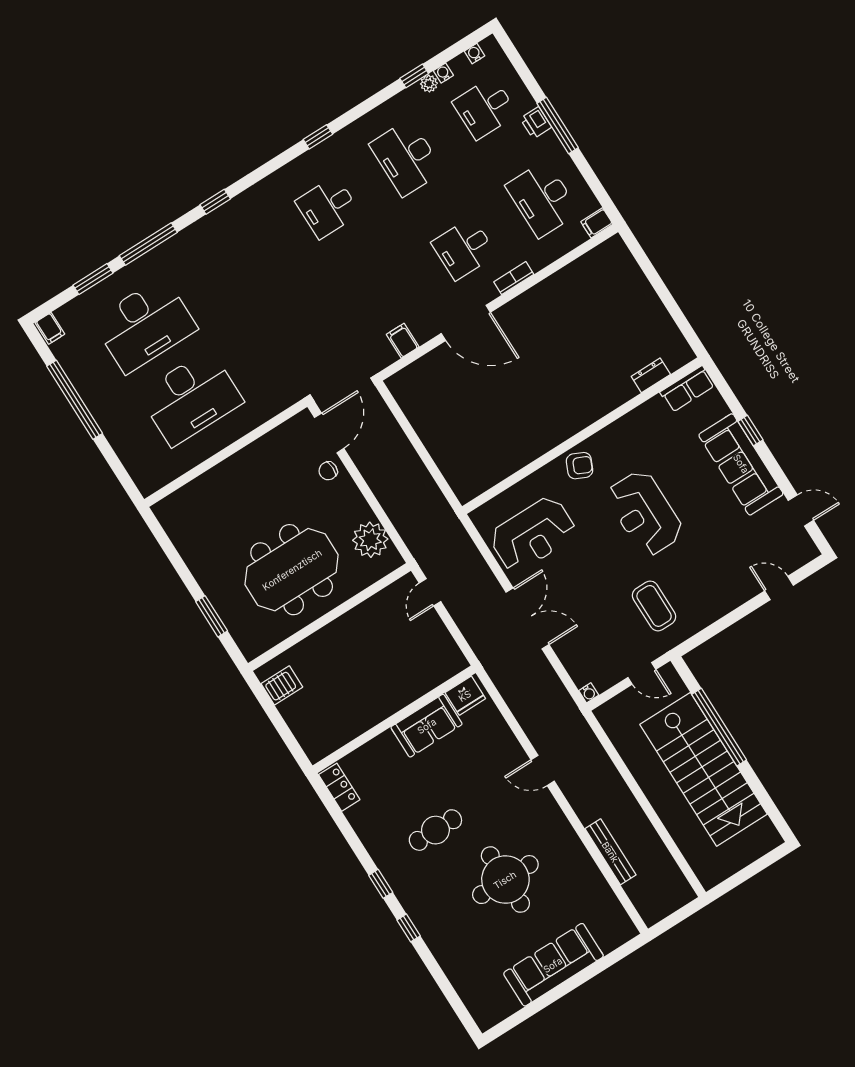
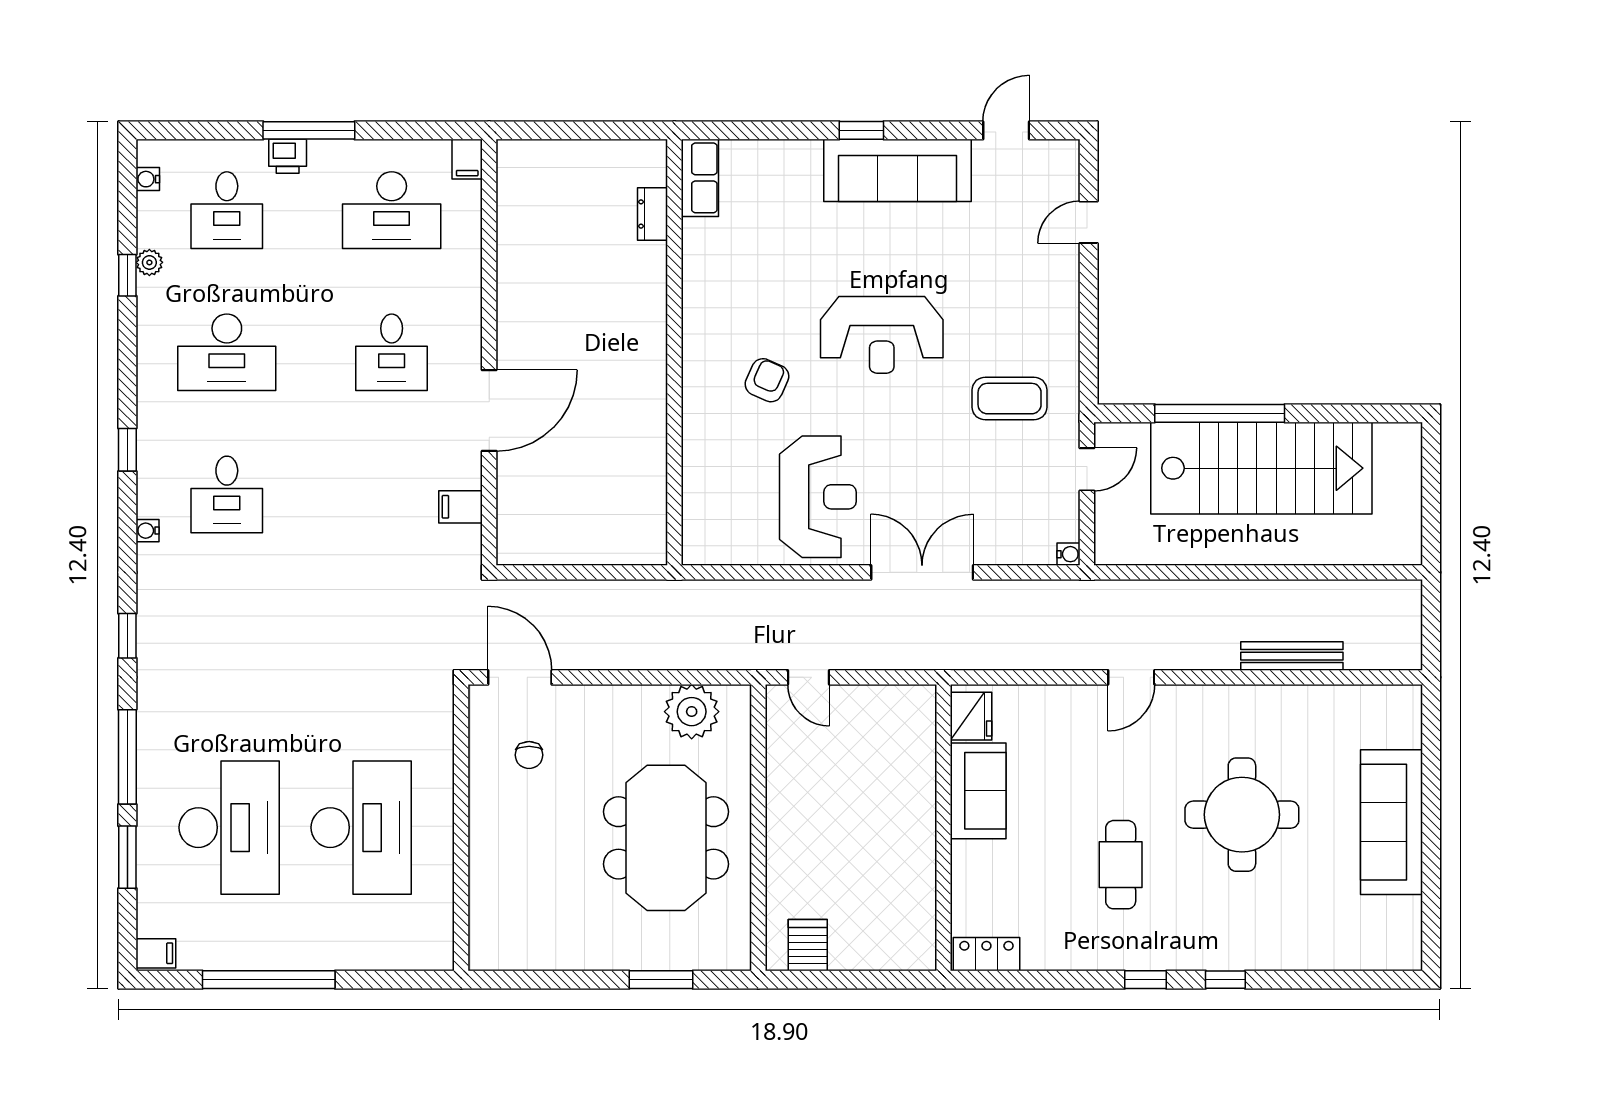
water cooler: (443, 73) -> (147, 531), moved
bookcase: (514, 278) -> (471, 312), removed
dresser: (651, 375) -> (653, 214), moved
row of seats: (687, 389) -> (700, 178), moved
wall: (582, 436) -> (674, 352), moved
chair: (328, 471) -> (529, 755), moved

